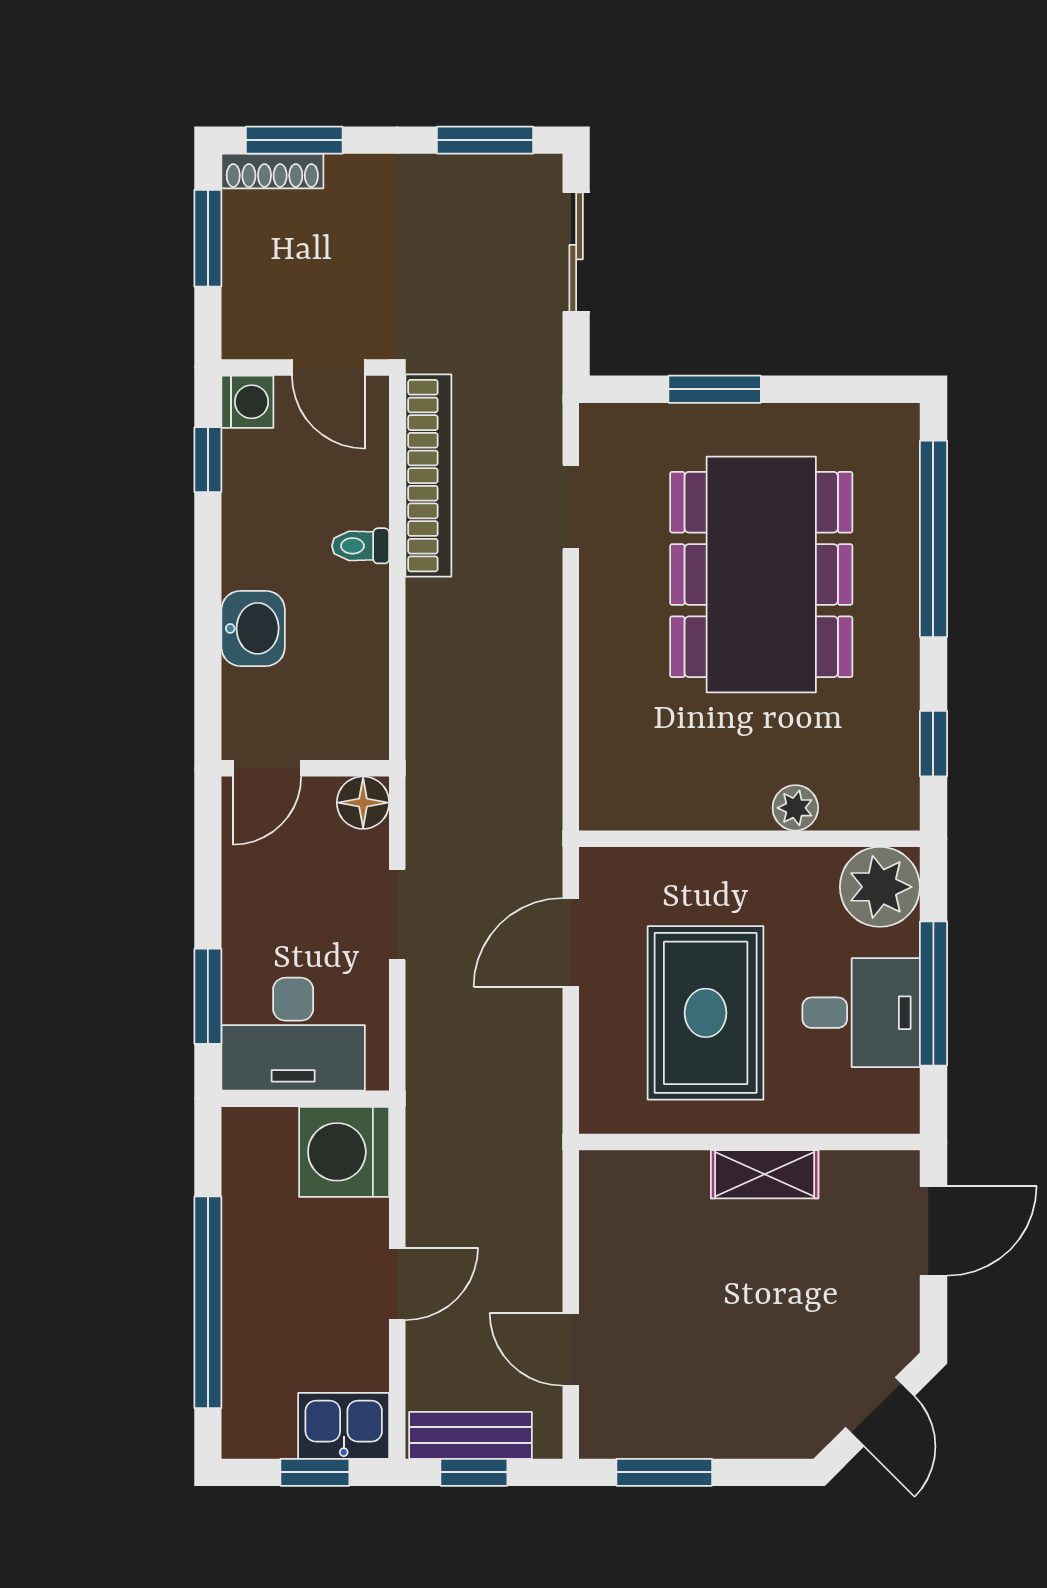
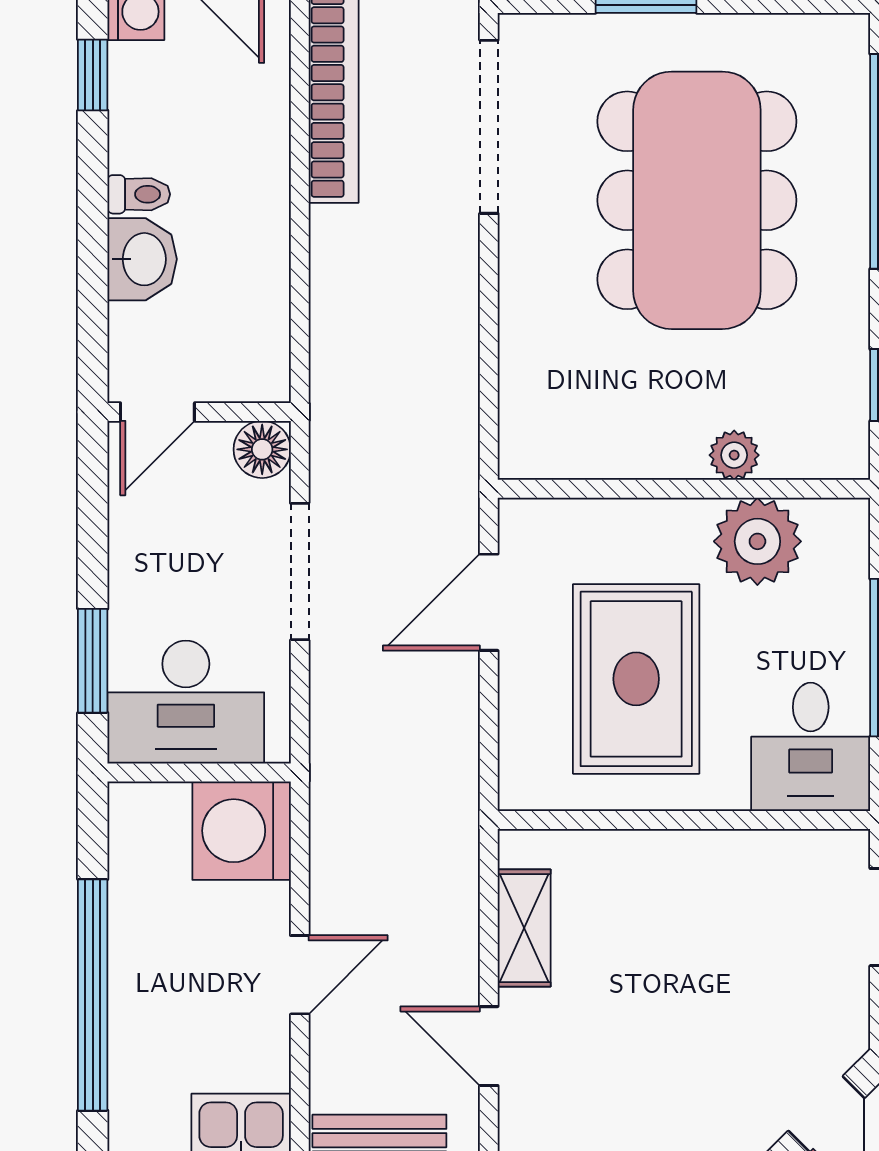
doorway: (571, 507) -> (489, 127), width x1.88
toilet: (361, 546) -> (139, 194), moved, turned 180
plant: (880, 887) -> (757, 541), moved
doorway: (397, 914) -> (300, 572), width x1.38
desk: (861, 1013) -> (811, 747), moved, turned 90
shelving: (765, 1174) -> (524, 928), moved, turned 90

